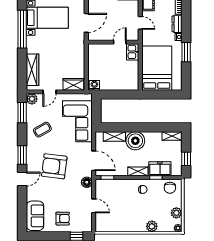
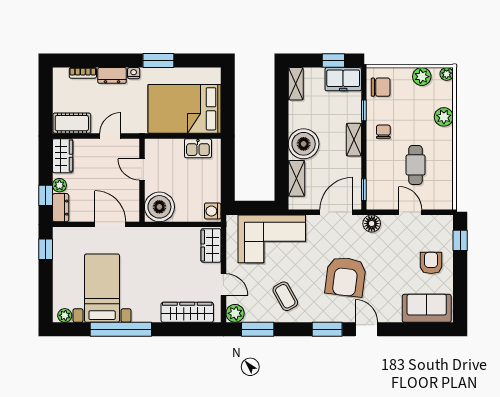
kitchen sink: (133, 52) -> (198, 148), moved
boiler: (97, 53) -> (159, 207), added
freezer: (160, 169) -> (343, 79), moved, turned -90
door: (94, 206) -> (410, 212), hinge flipped
cafe table: (122, 209) -> (416, 165), added

